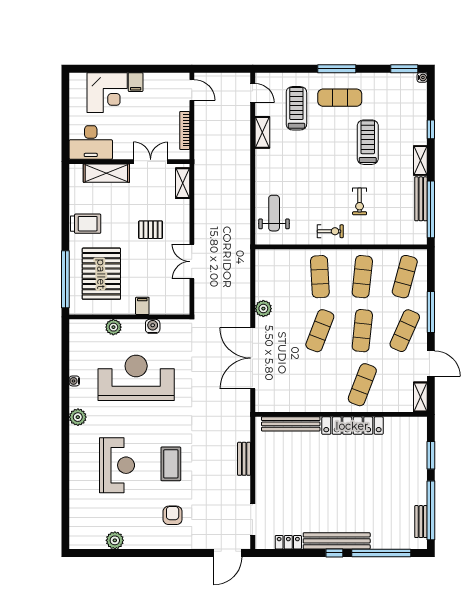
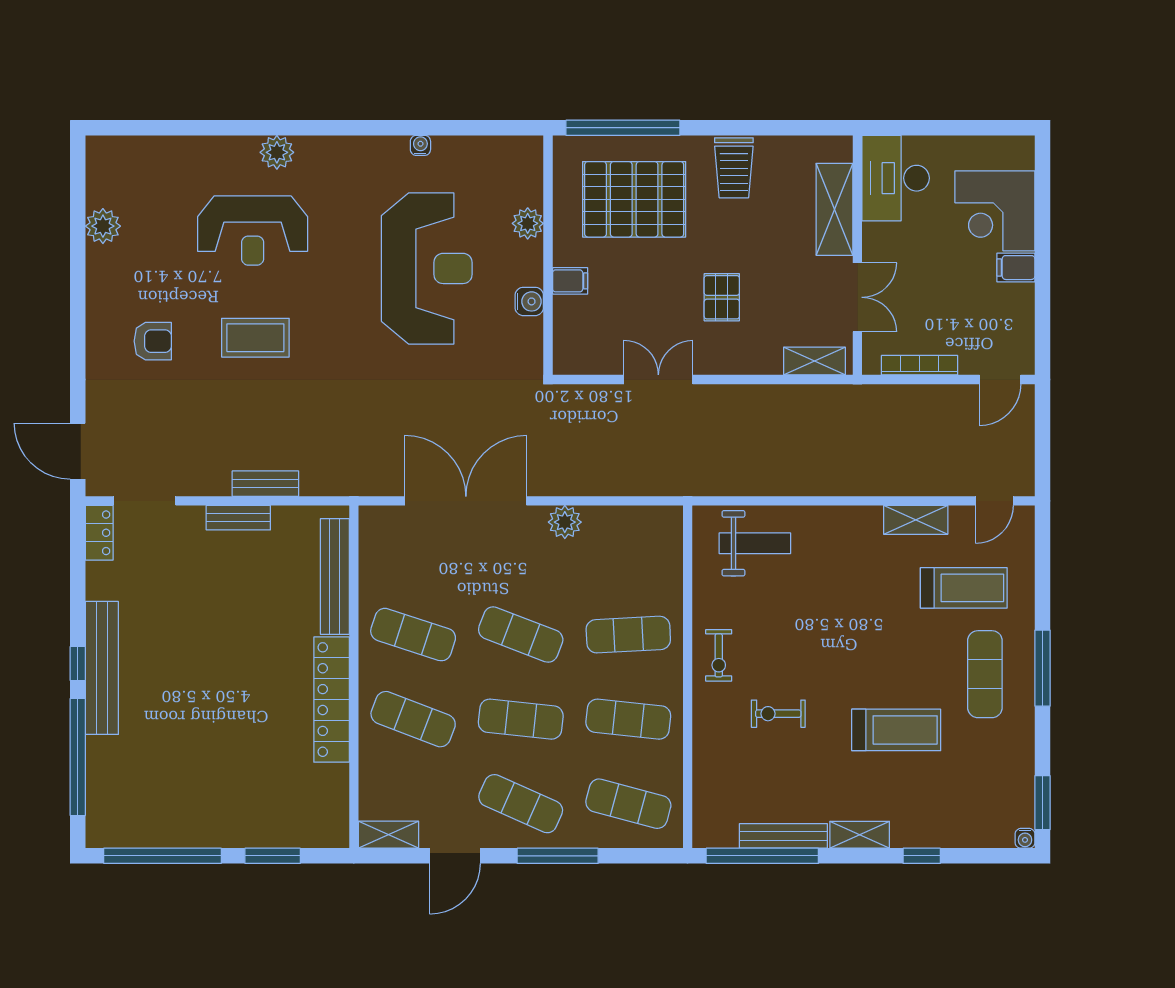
exercise mat: (320, 385) -> (413, 635), added
plant: (78, 417) -> (277, 152), moved
bench: (421, 522) -> (238, 518), moved
locker: (288, 542) -> (99, 533), moved

